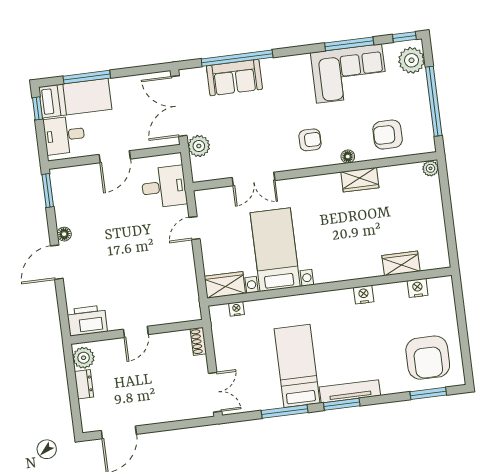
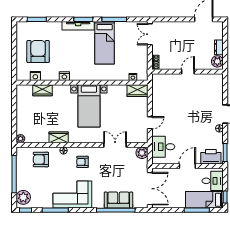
corner sofa: (349, 74) -> (72, 194), moved
armchair: (388, 135) -> (41, 160), turned 180
plant: (199, 146) -> (142, 153), moved
bed with nightstands: (275, 250) -> (89, 106), moved
printer: (87, 321) -> (211, 157), moved, turned 180
armchair: (428, 358) -> (38, 52), moved

